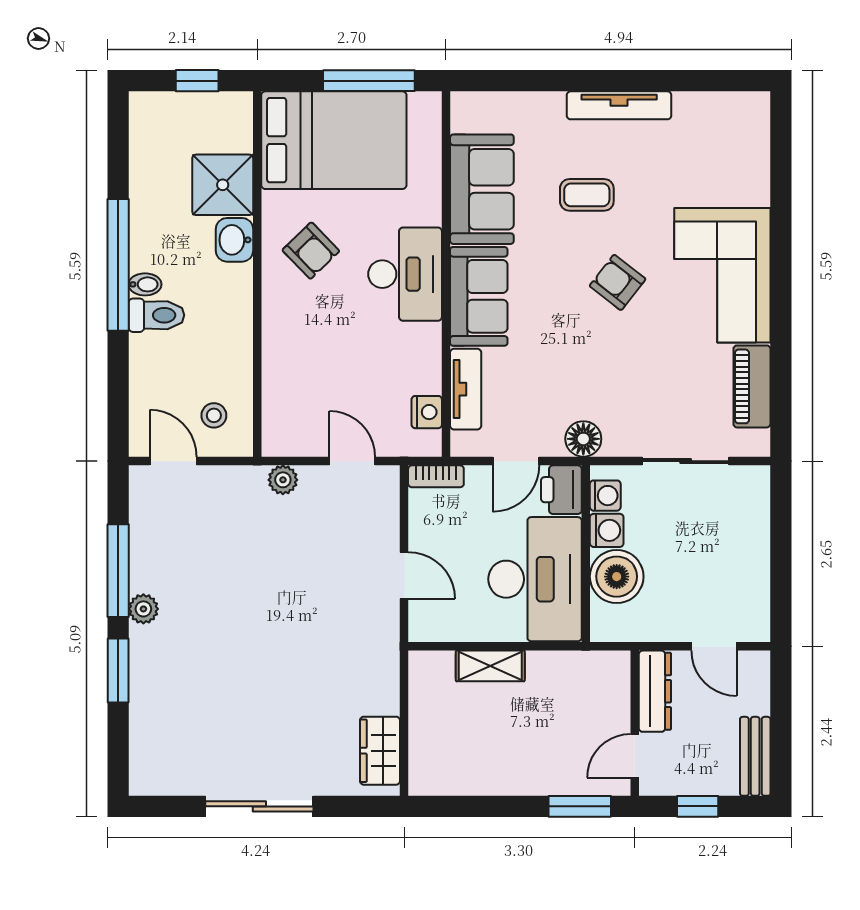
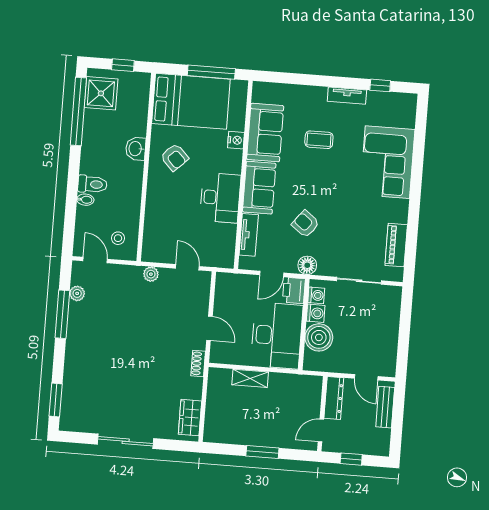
window: (697, 81) -> (380, 85), added
tv unit: (619, 105) -> (347, 96), width x0.71
shower: (223, 185) -> (101, 93), moved
window: (118, 265) -> (78, 111), moved
desk: (405, 274) -> (220, 198), moved
corner sofa: (722, 275) -> (387, 162), moved
armchair: (618, 282) -> (305, 224), moved
bidet: (145, 284) -> (85, 200), moved
nightstand: (427, 412) -> (236, 140), moved
bookcase: (436, 476) -> (230, 279), removed
plant: (143, 609) -> (77, 293), moved
shoe rack: (388, 645) -> (198, 363), added
window: (118, 671) -> (56, 400), moved
bench: (755, 756) -> (385, 407), moved
window: (580, 806) -> (262, 452), moved

